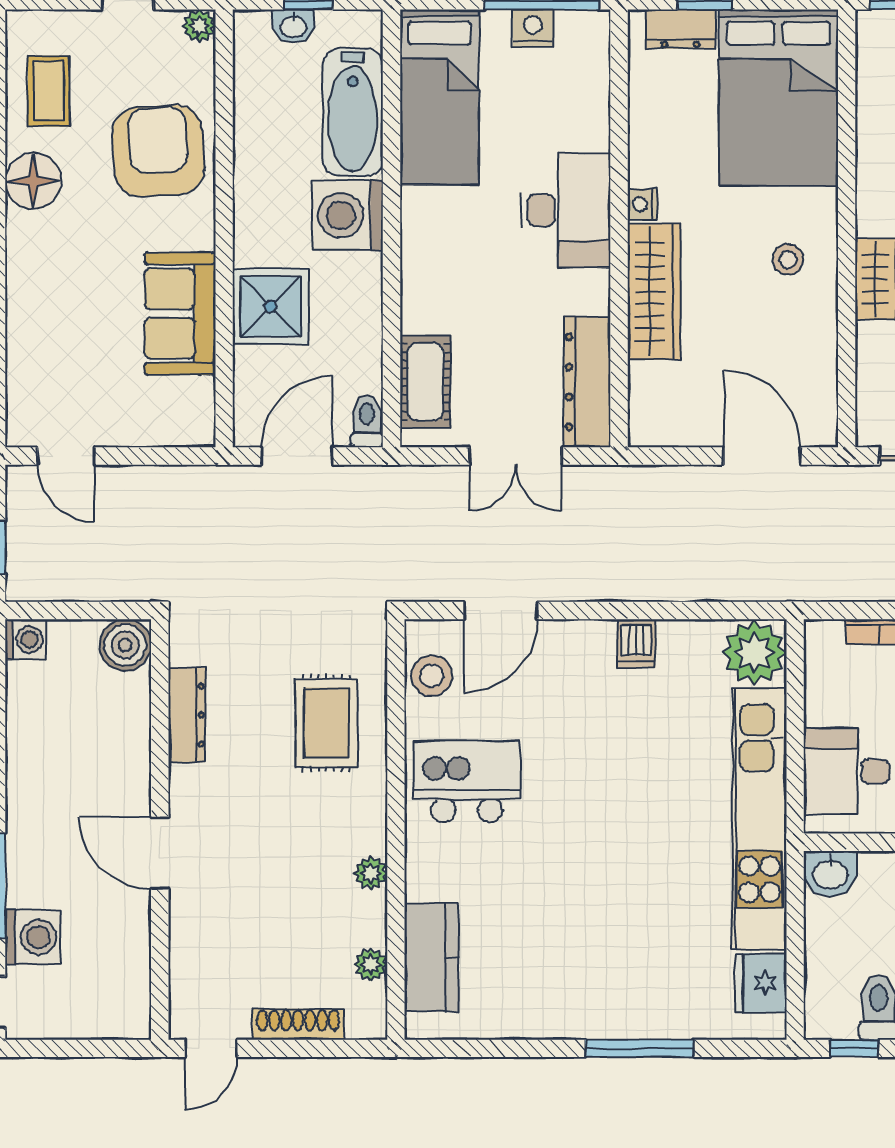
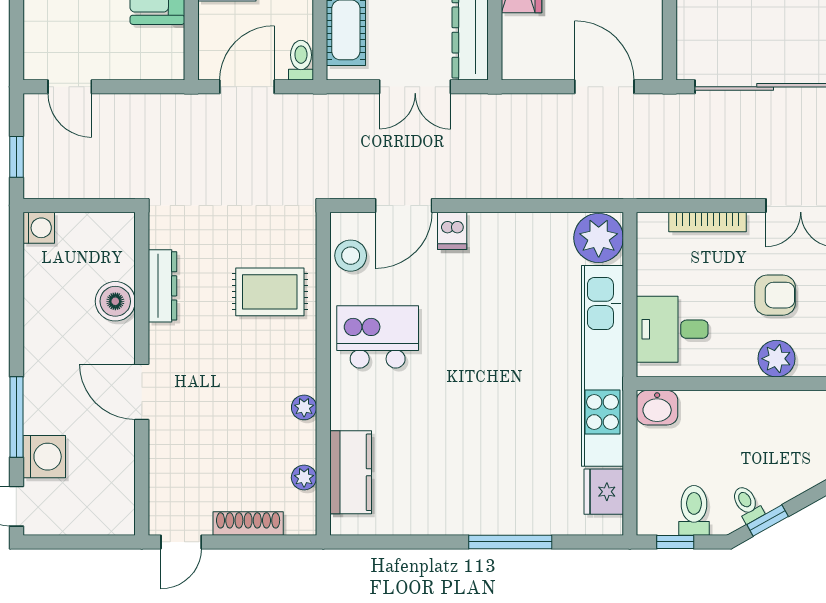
dishwasher: (636, 644) -> (452, 231), moved
boiler: (125, 645) -> (115, 301), moved
rug: (326, 723) -> (270, 292), turned 90

